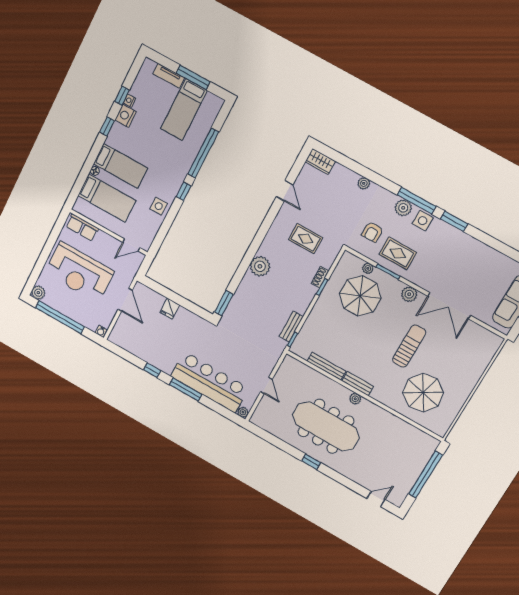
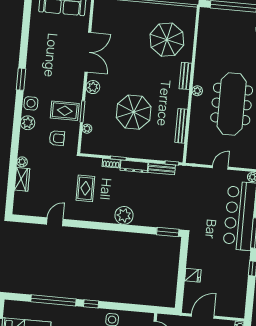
wardrobe: (320, 161) -> (22, 179), moved
window: (417, 201) -> (18, 115), removed
rug: (398, 253) -> (65, 111), turned 90
parasol: (360, 296) -> (134, 112), moved
dresser: (306, 299) -> (134, 166), added
sun lounger: (409, 346) -> (134, 68), removed
bench: (358, 384) -> (185, 76), moved

